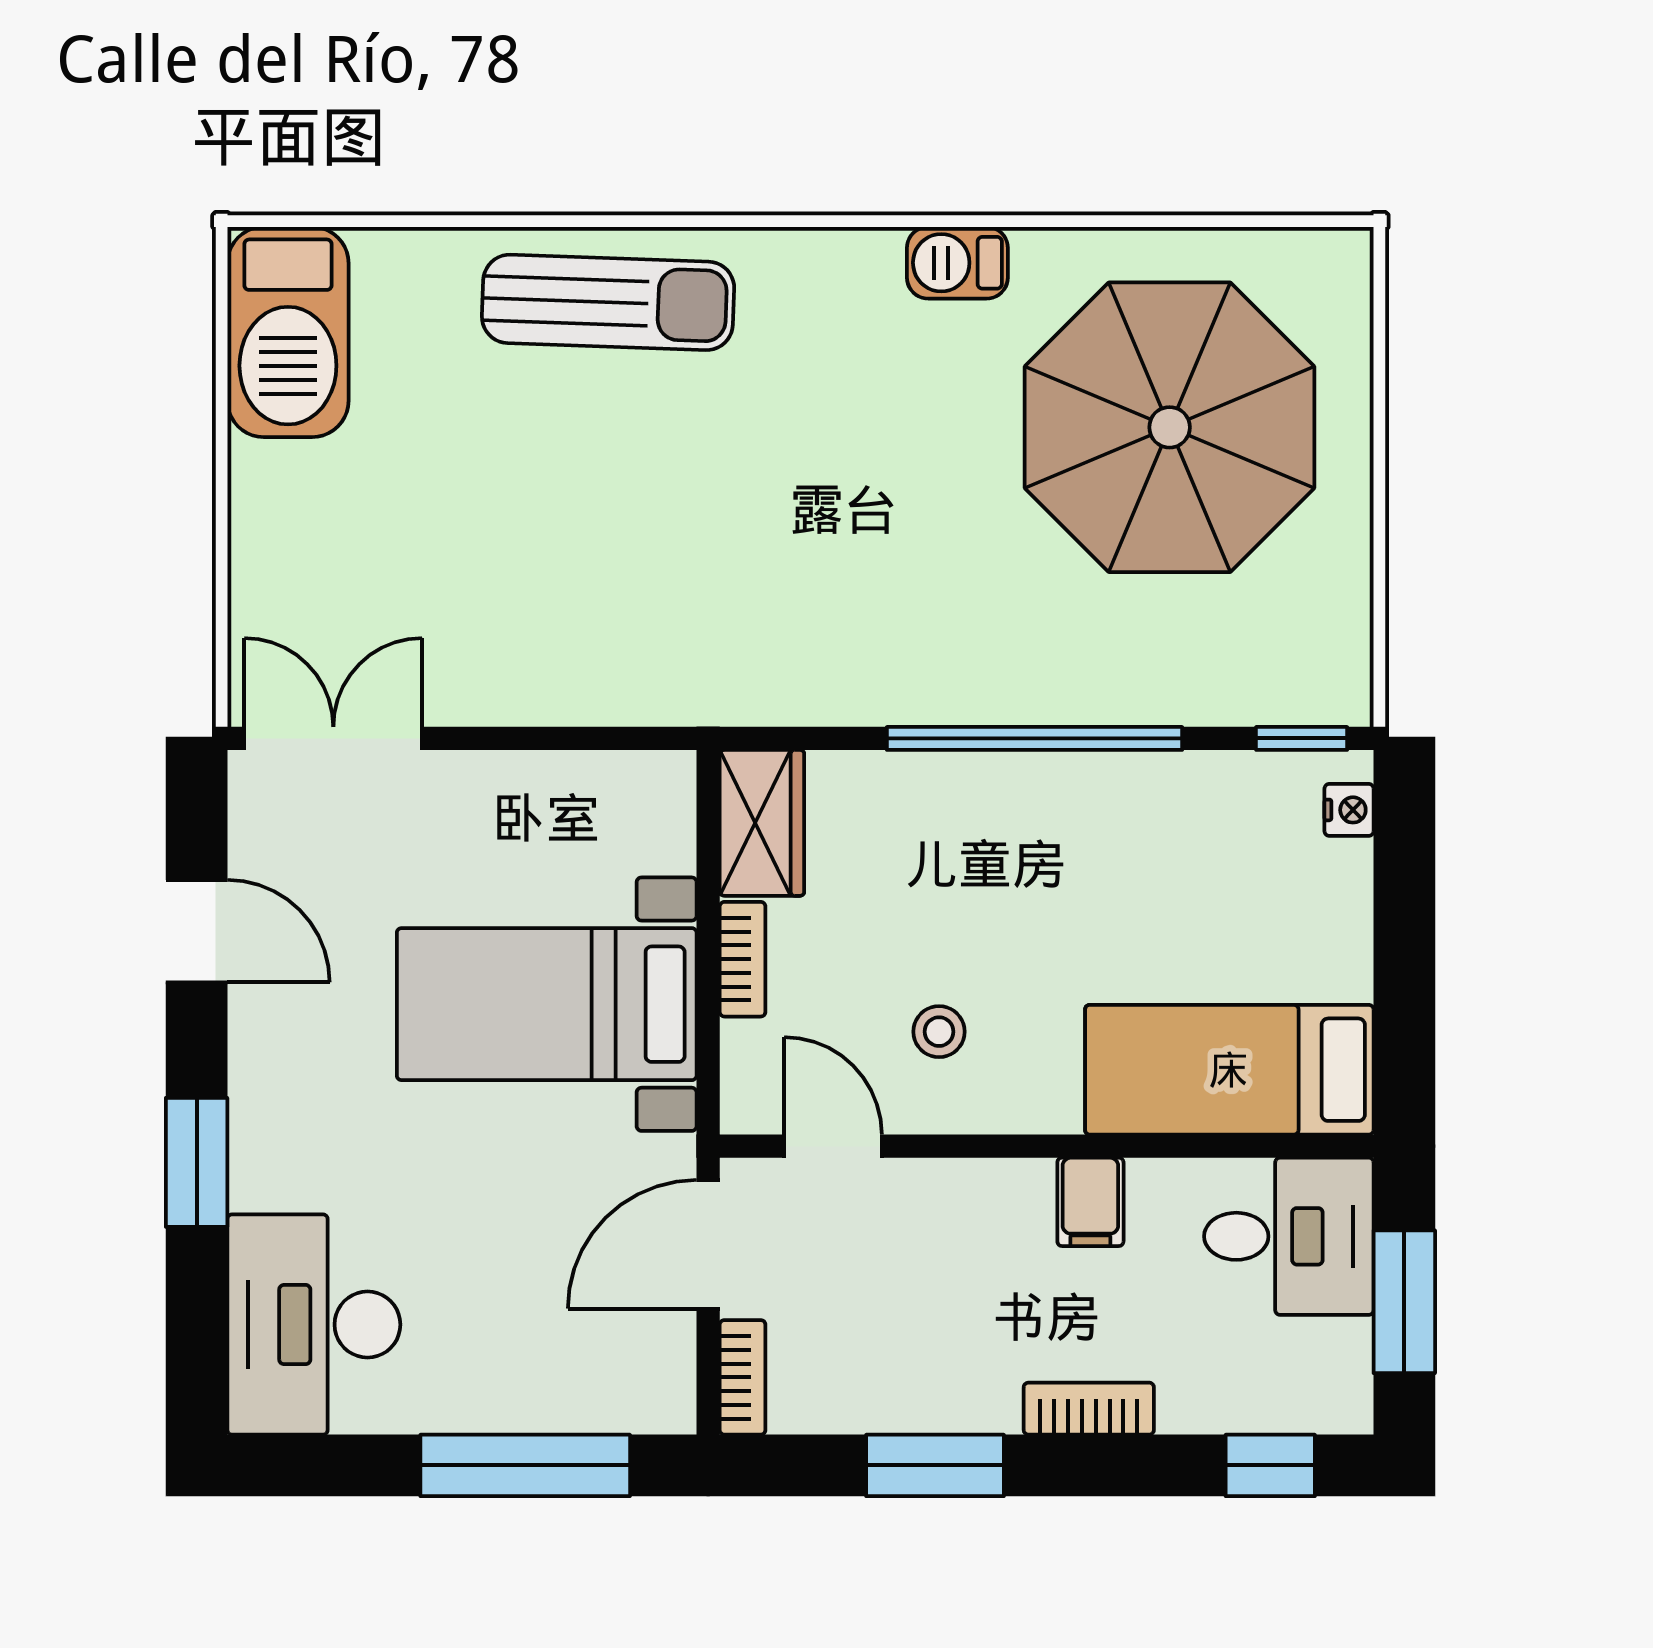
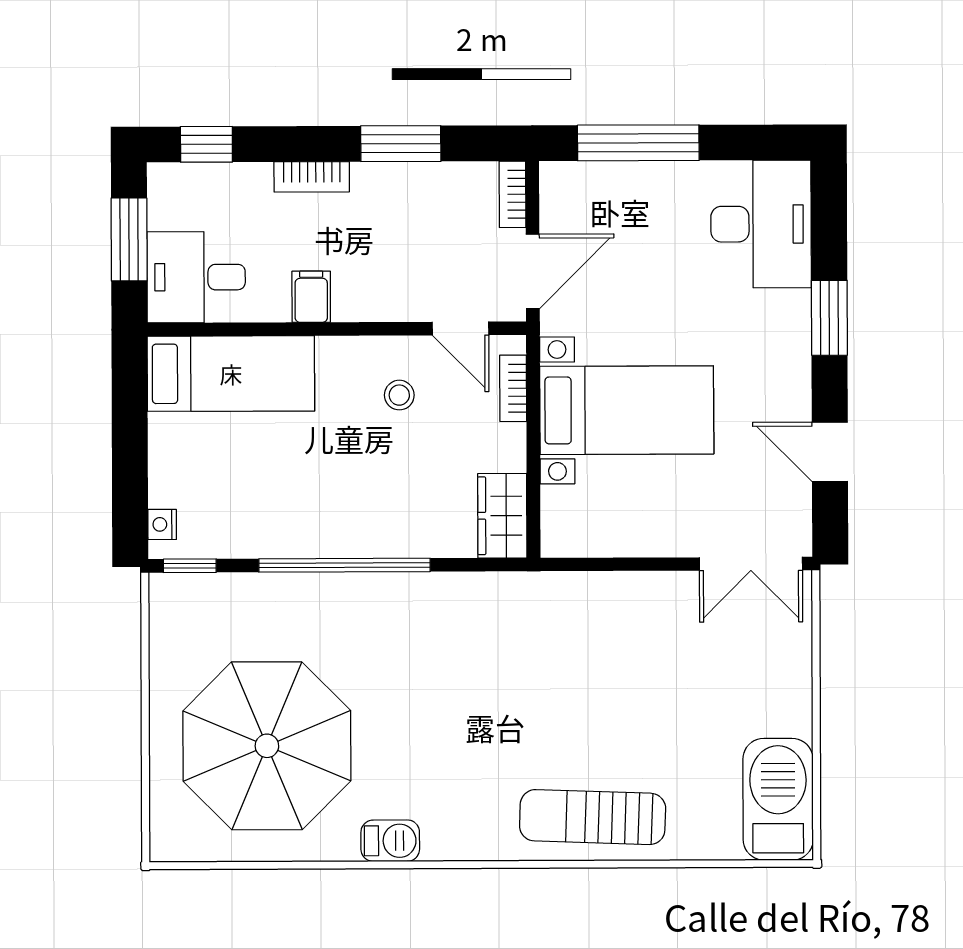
bookcase: (743, 959) -> (513, 388), moved

